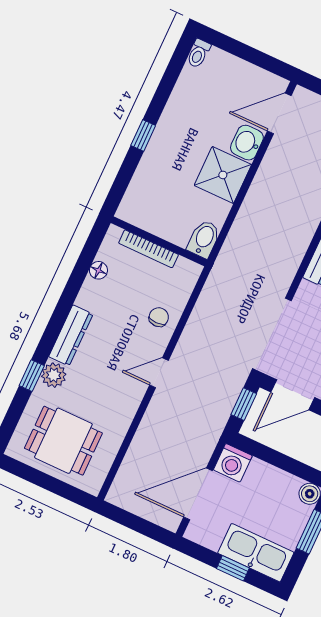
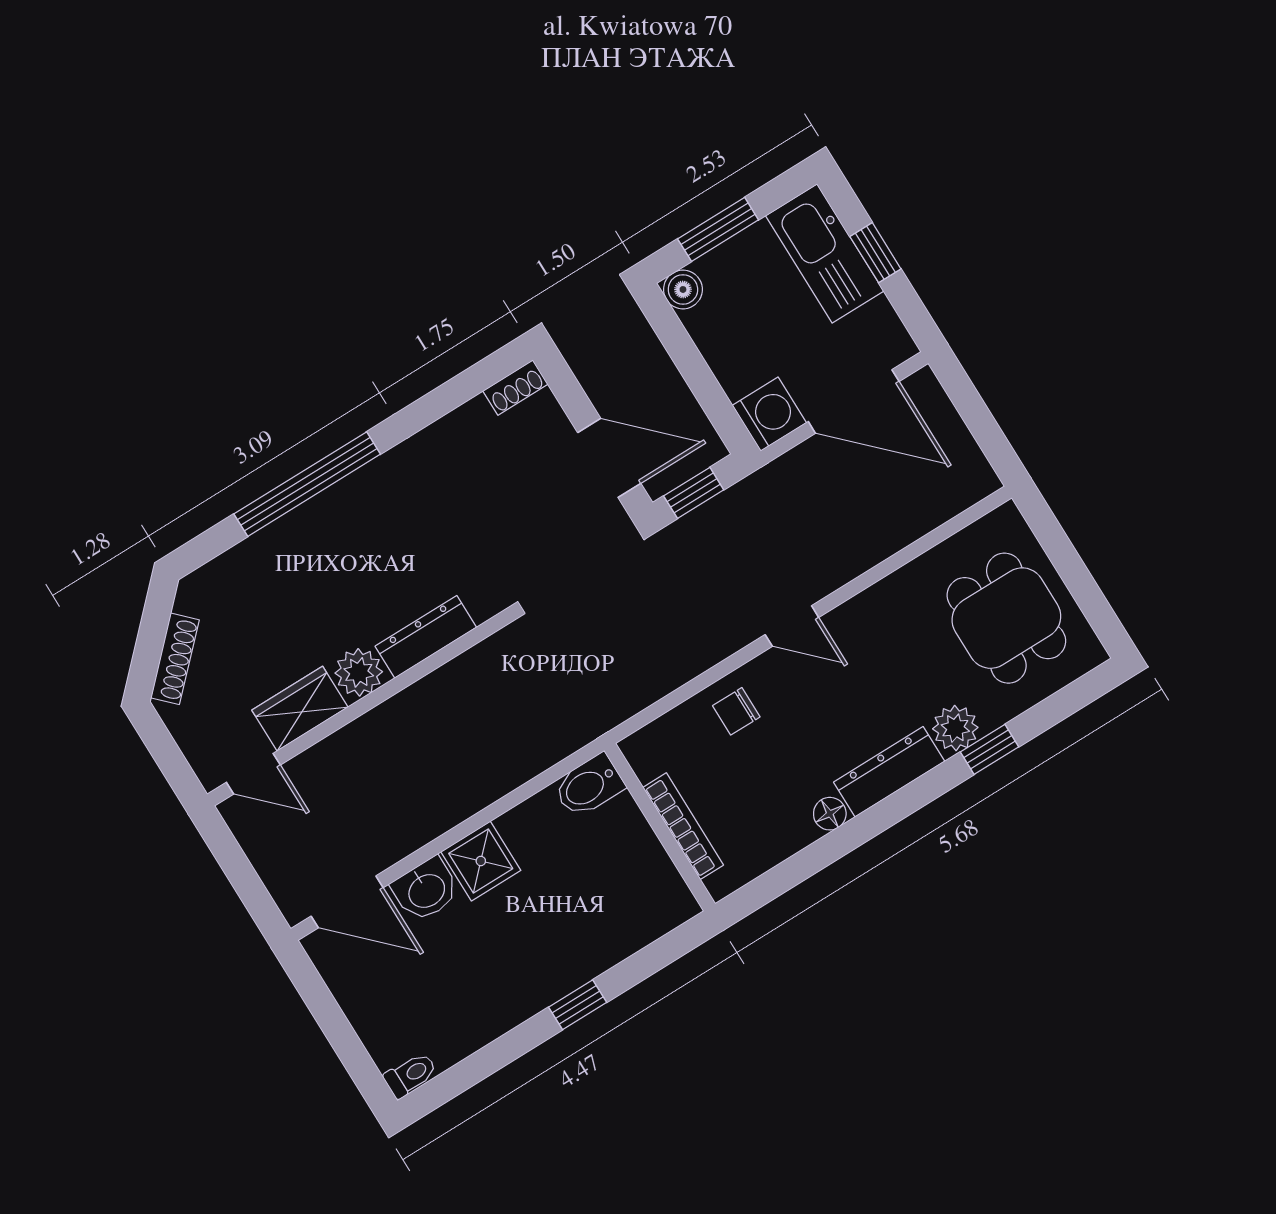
shower: (223, 175) -> (481, 861), width x0.73, depth x0.73
floor lamp: (98, 270) -> (830, 814), moved

